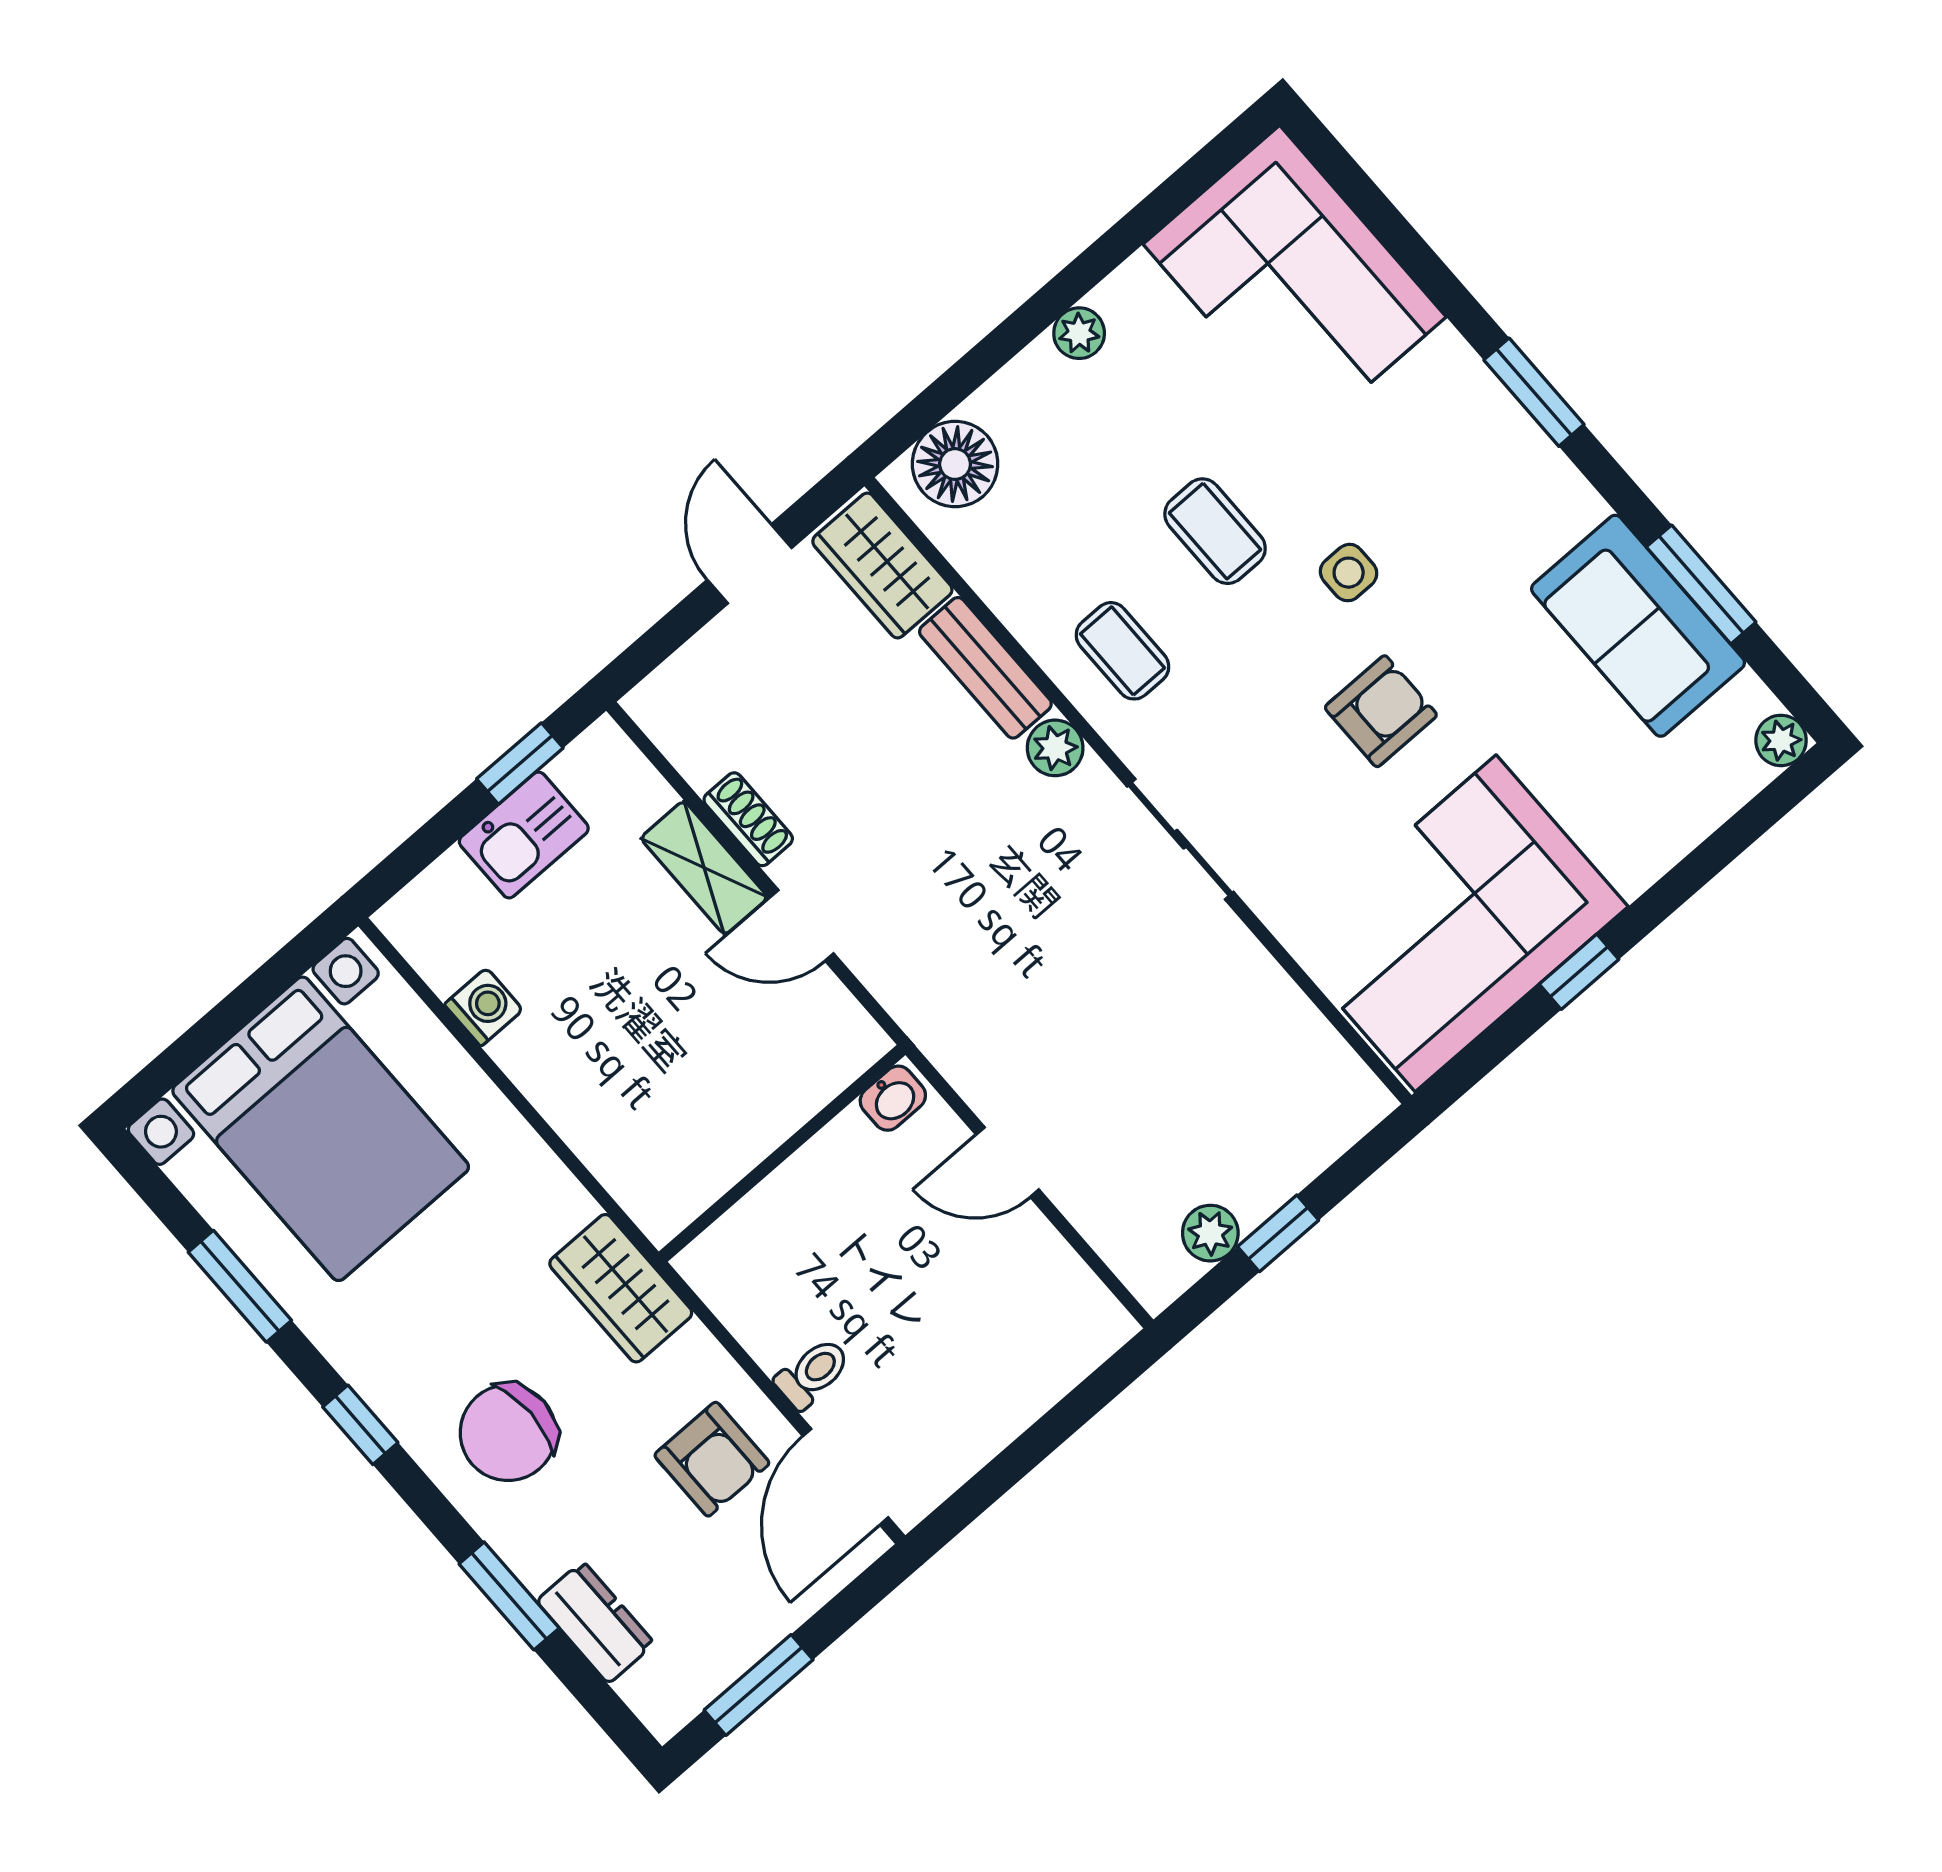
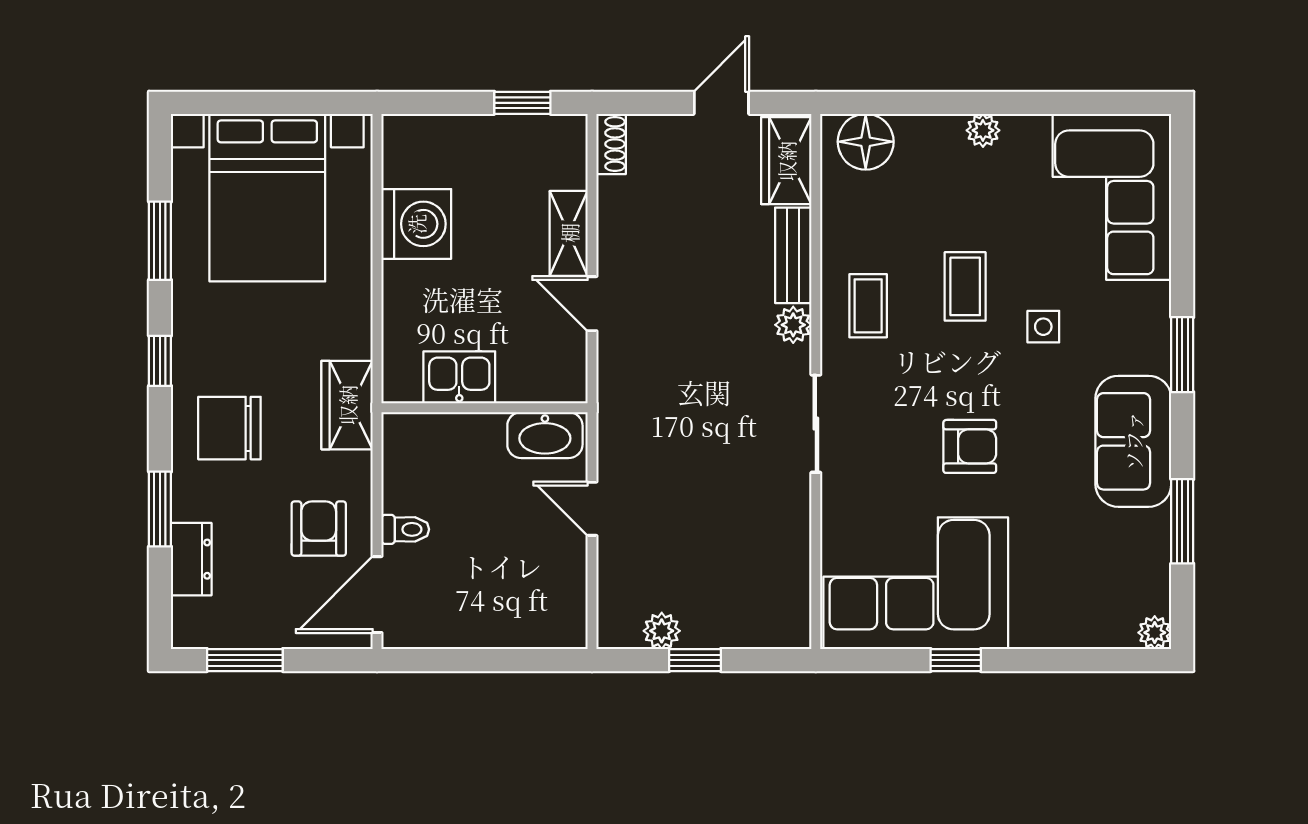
side table: (1349, 573) -> (1043, 327), moved
sofa: (1638, 626) -> (1133, 441), moved
shoe rack: (748, 819) -> (611, 144), moved
kitchen sink: (524, 835) -> (459, 377), moved, turned 180
washing machine: (484, 1007) -> (416, 224), width x1.89, depth x1.89
washbasin: (893, 1098) -> (545, 435), width x1.91, depth x1.45
armchair: (712, 1459) -> (319, 529), turned 180

